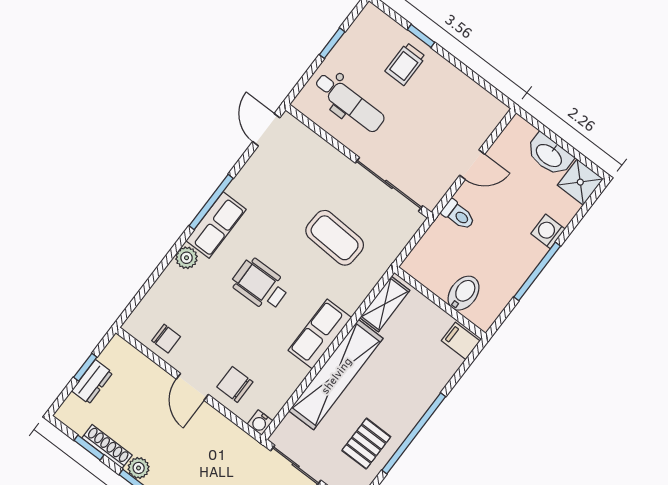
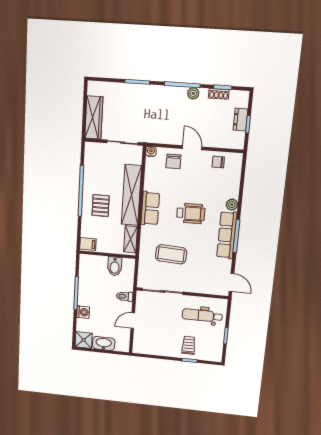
row of seats: (216, 225) -> (227, 235), width x1.48
bidet: (463, 293) -> (115, 266), moved
chair: (235, 384) -> (173, 161), turned 90
pallet: (366, 444) -> (101, 206), moved
shoe rack: (107, 447) -> (219, 94), width x0.70

